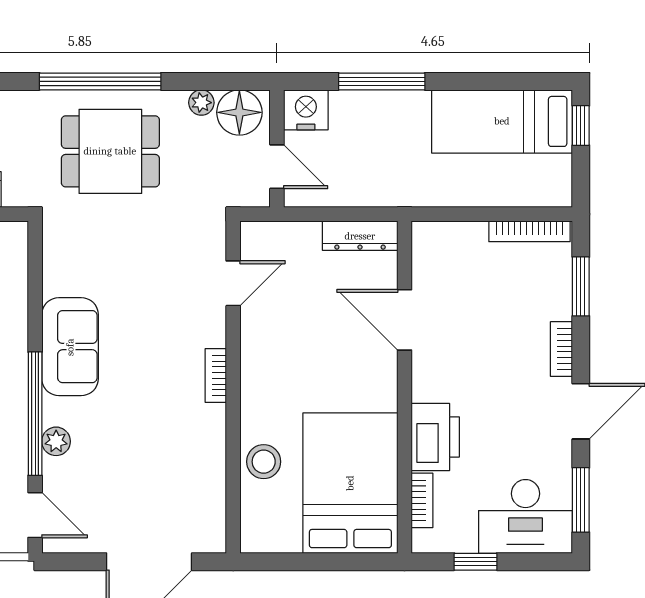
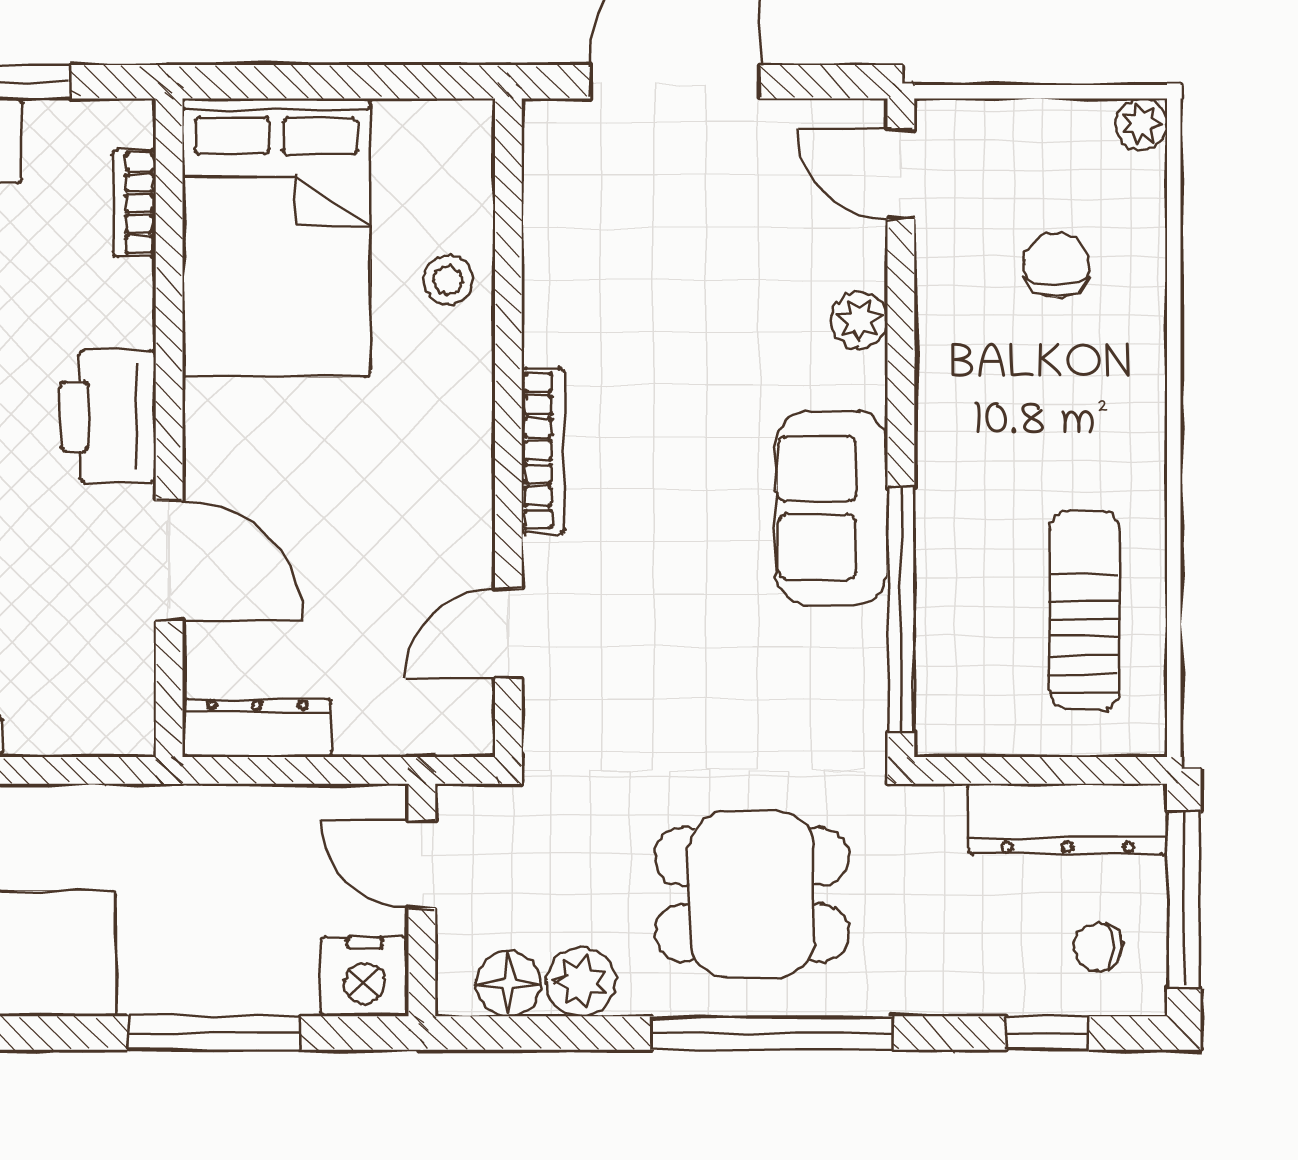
plant: (201, 103) -> (581, 982), width x1.38, depth x1.38
floor lamp: (239, 112) -> (508, 984), width x0.73, depth x0.73
bookcase: (216, 375) -> (543, 451), width x1.56
window: (35, 414) -> (901, 610), moved
printer: (435, 437) -> (108, 416), moved
stool: (264, 462) -> (448, 280), width x0.73, depth x0.73

